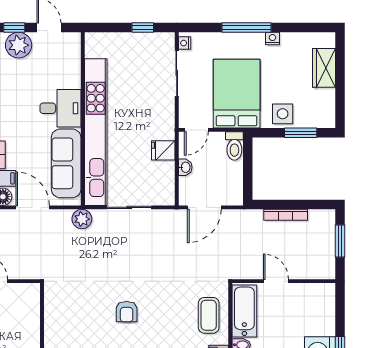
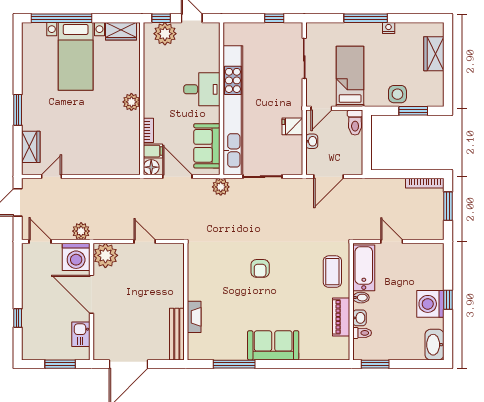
nightstand: (185, 43) -> (311, 32), removed
bed: (237, 94) -> (350, 76), width x0.67
sofa: (66, 163) -> (207, 146), width x0.73
bookcase: (286, 215) -> (425, 183), moved

